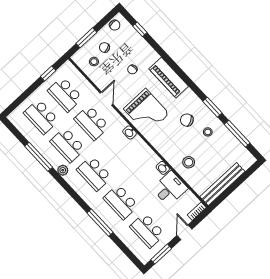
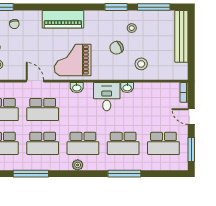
chair: (132, 69) -> (14, 24), moved
grand piano: (146, 111) -> (73, 60), turned 180
chair: (187, 120) -> (117, 48), moved
plant: (63, 170) -> (78, 165), moved
bench: (222, 184) -> (181, 36), moved
desk: (170, 188) -> (107, 97), moved

